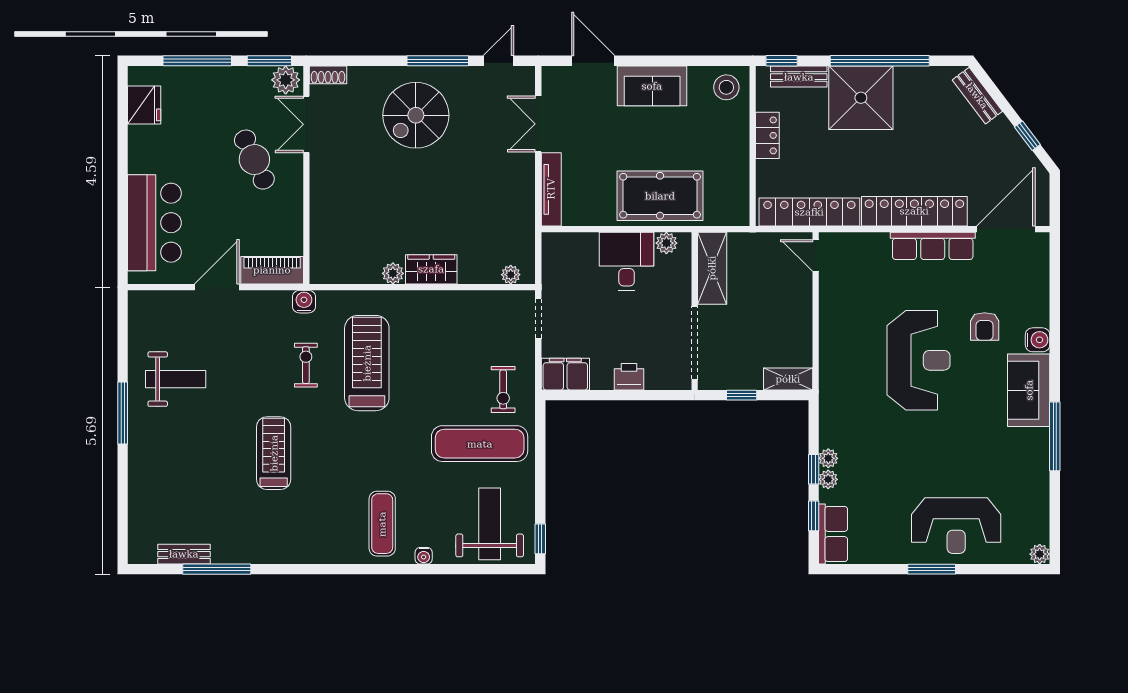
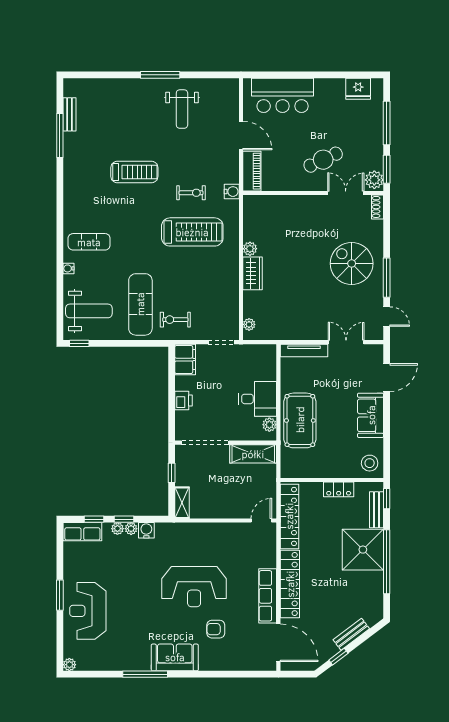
bench: (977, 96) -> (351, 634), moved
water cooler: (1038, 340) -> (146, 530), moved, turned 180

